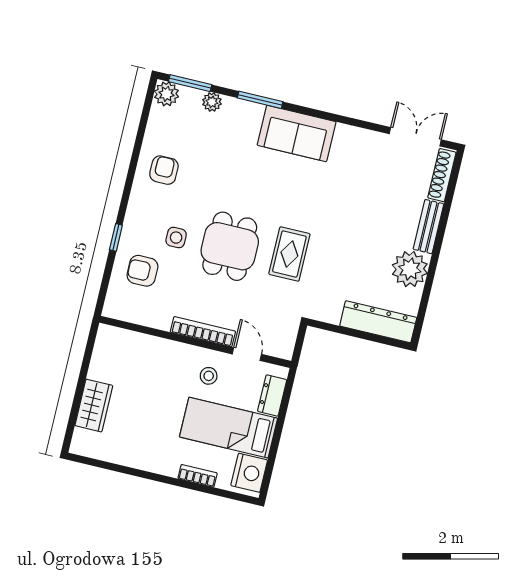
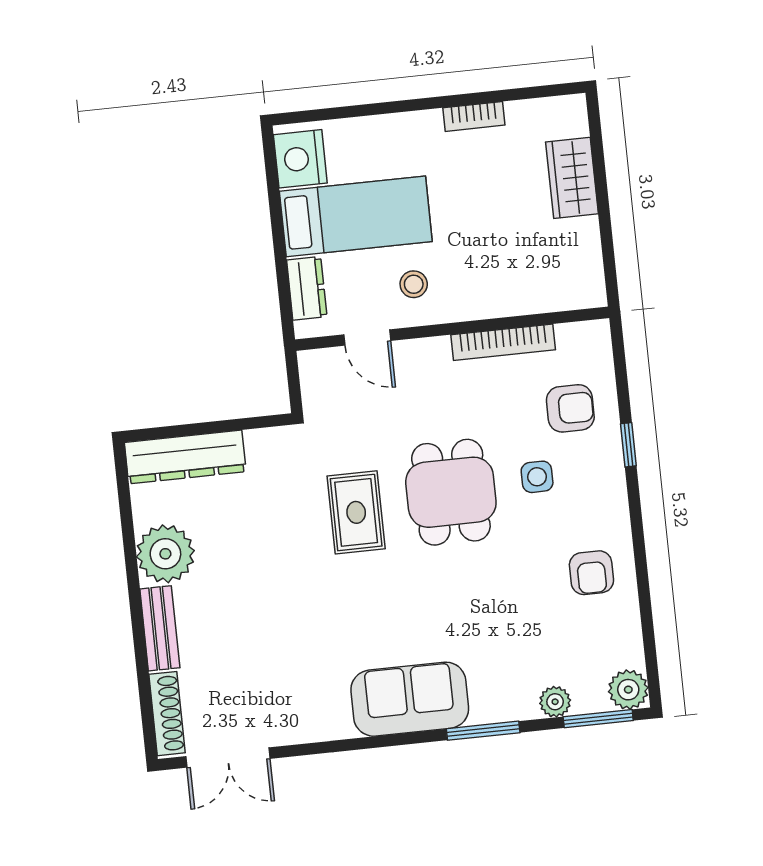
bookcase: (203, 332) -> (503, 342), moved
bookcase: (198, 476) -> (474, 116), moved

